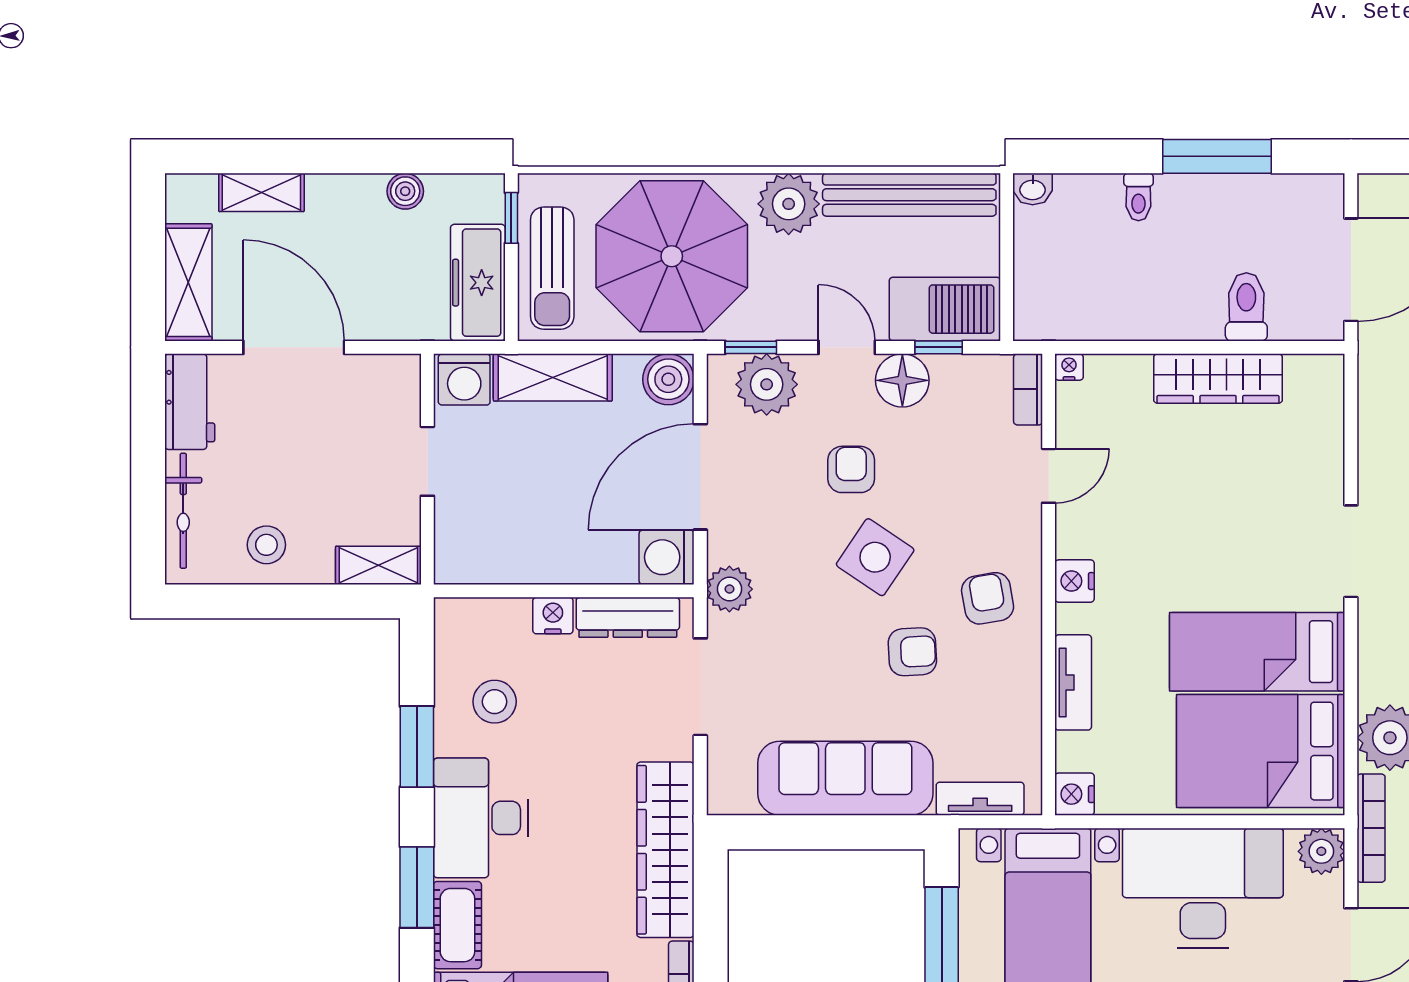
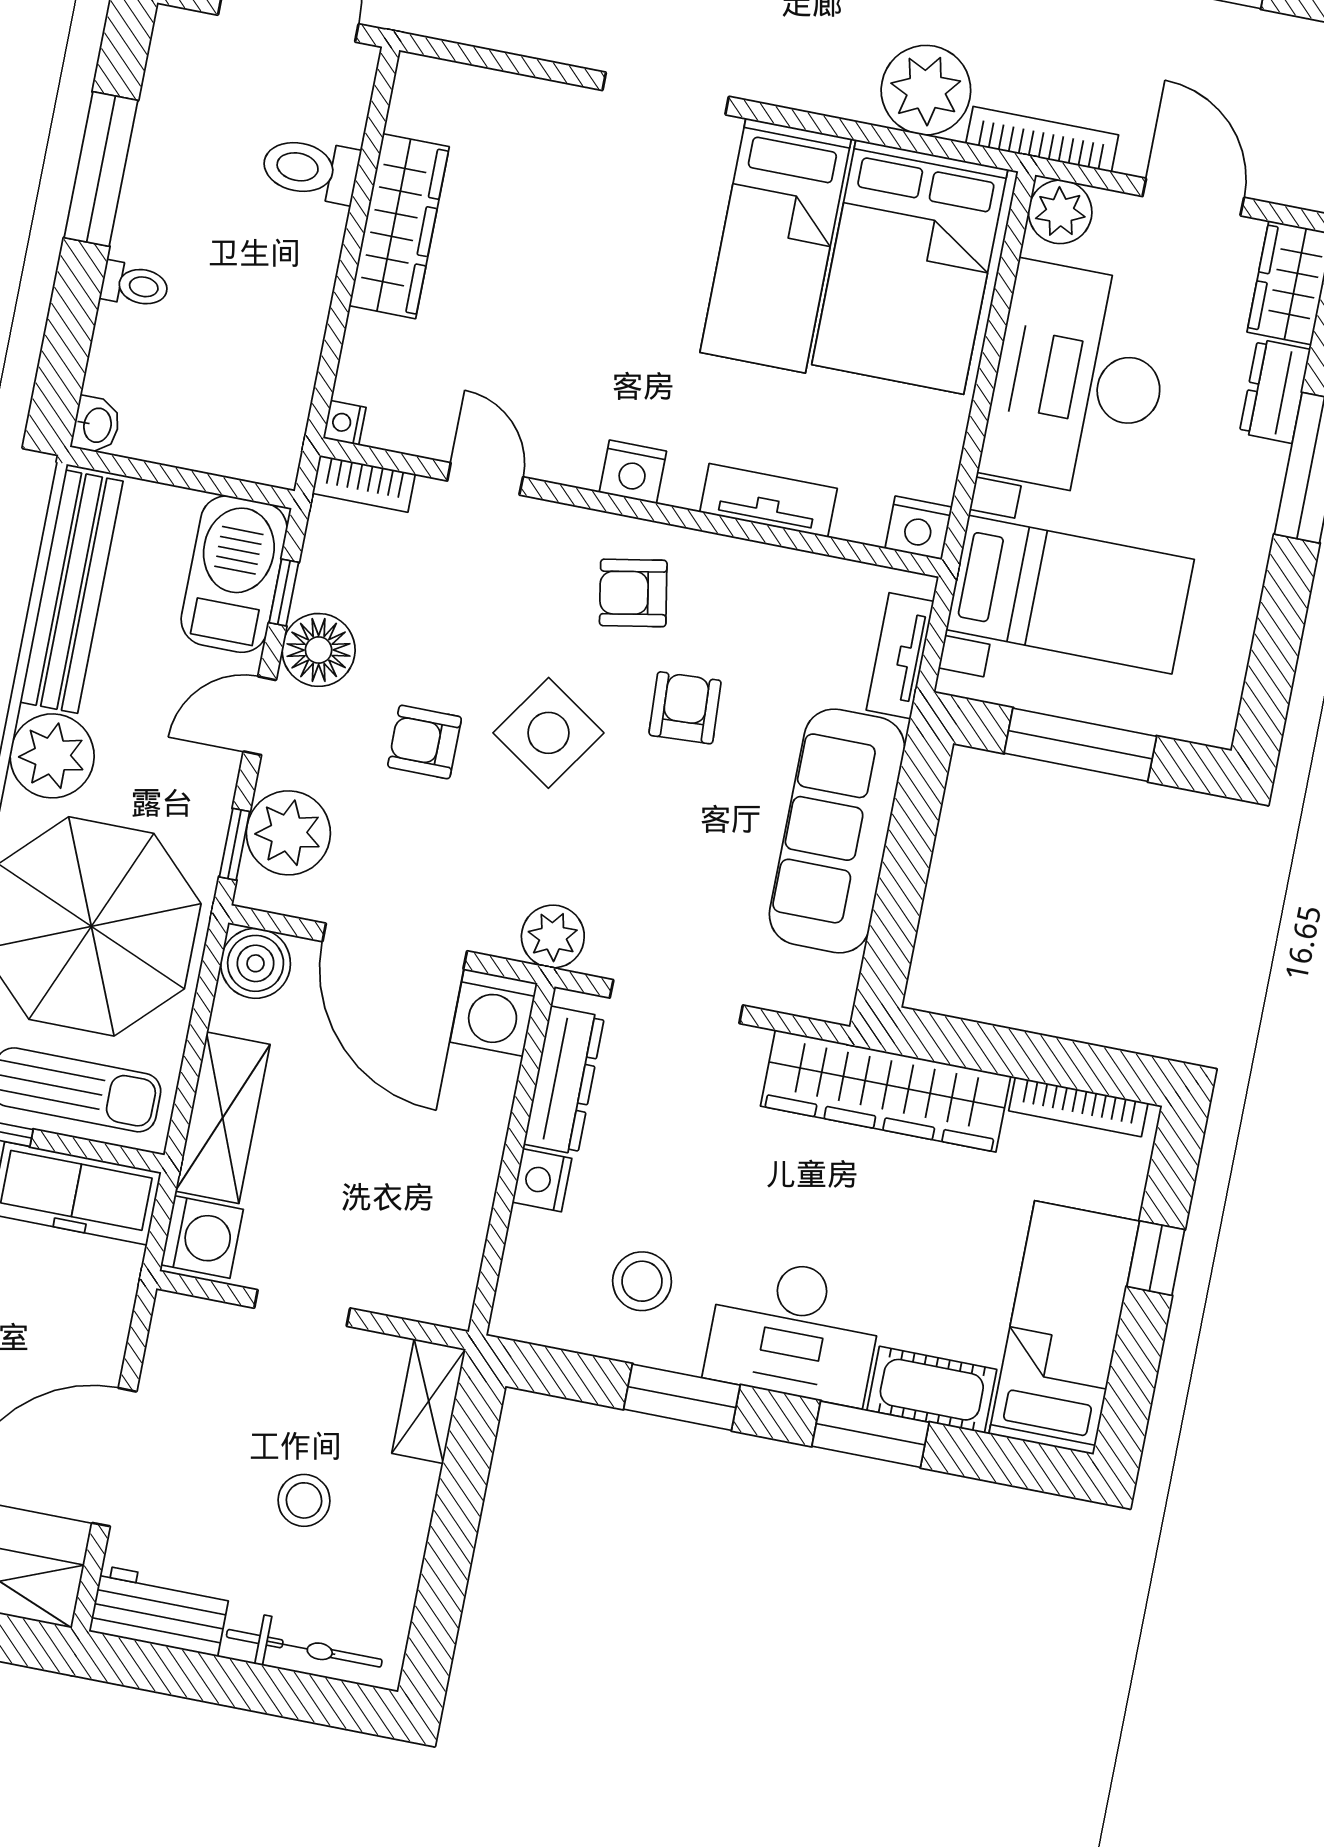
stool: (266, 545) -> (304, 1500), moved

